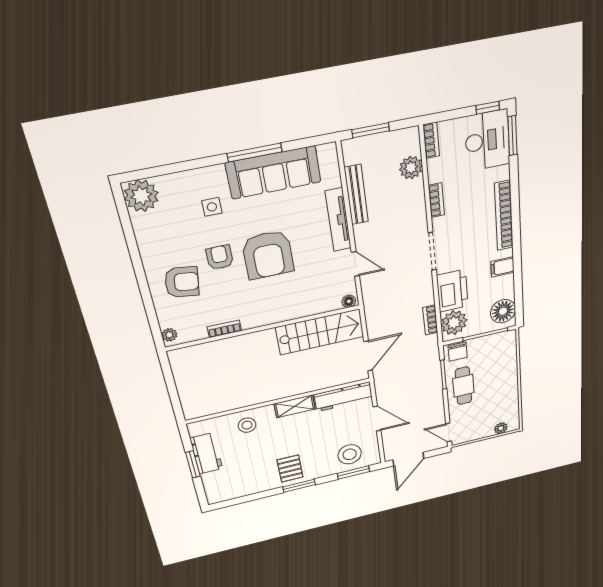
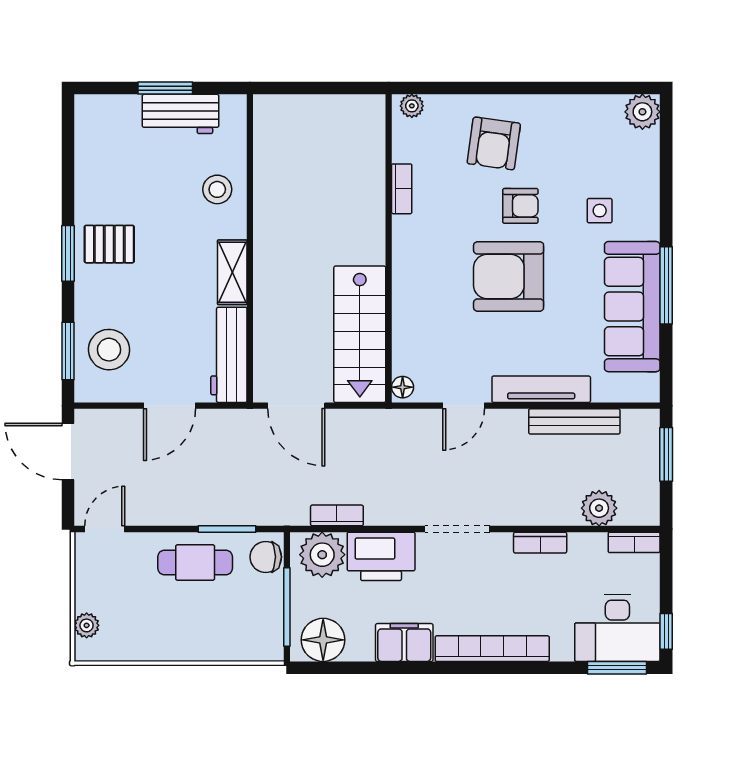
plant: (141, 196) -> (642, 112), width x0.73, depth x0.73
filing cabinet: (502, 267) -> (404, 643), width x2.00

